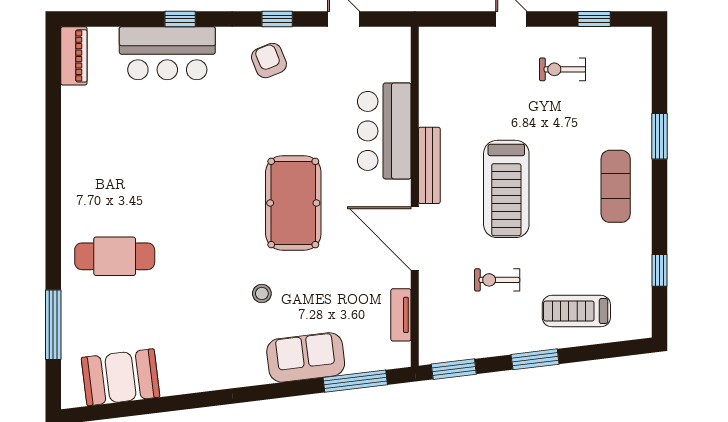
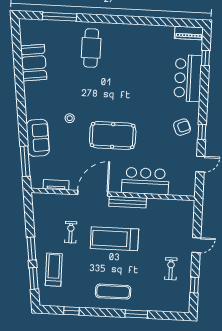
window: (180, 19) -> (206, 58), moved
window: (454, 369) -> (34, 278), moved
booth: (121, 377) -> (34, 63), moved

